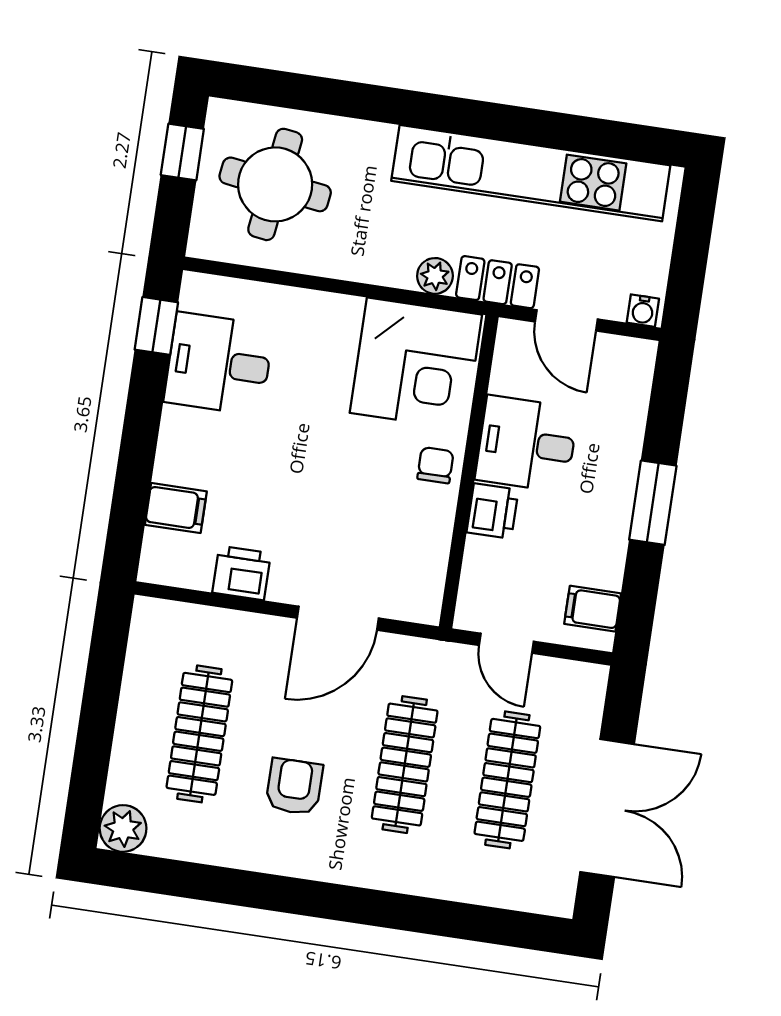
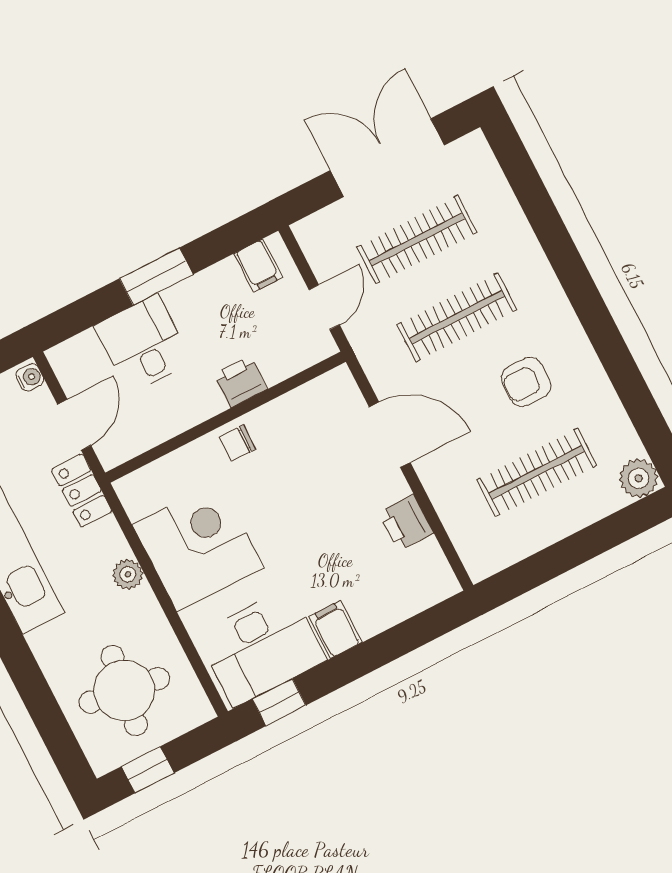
plant: (435, 276) -> (128, 574), moved
desk: (219, 364) -> (262, 647), width x1.37
corner desk: (416, 364) -> (198, 546), moved
desk: (527, 444) -> (143, 344), moved, turned 180
filing cabinet: (176, 508) -> (335, 630), moved

